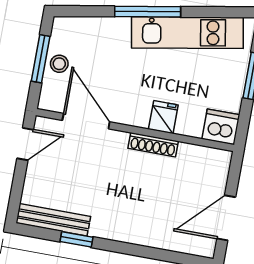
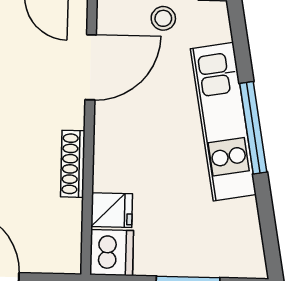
kitchen unit: (187, 33) -> (223, 122), moved
fridge: (163, 117) -> (112, 210), moved

